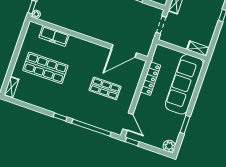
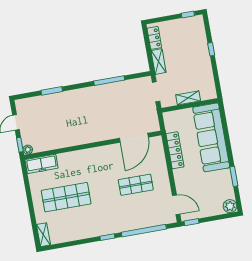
freezer: (54, 36) -> (42, 164), moved
shelving: (198, 48) -> (188, 98), moved

